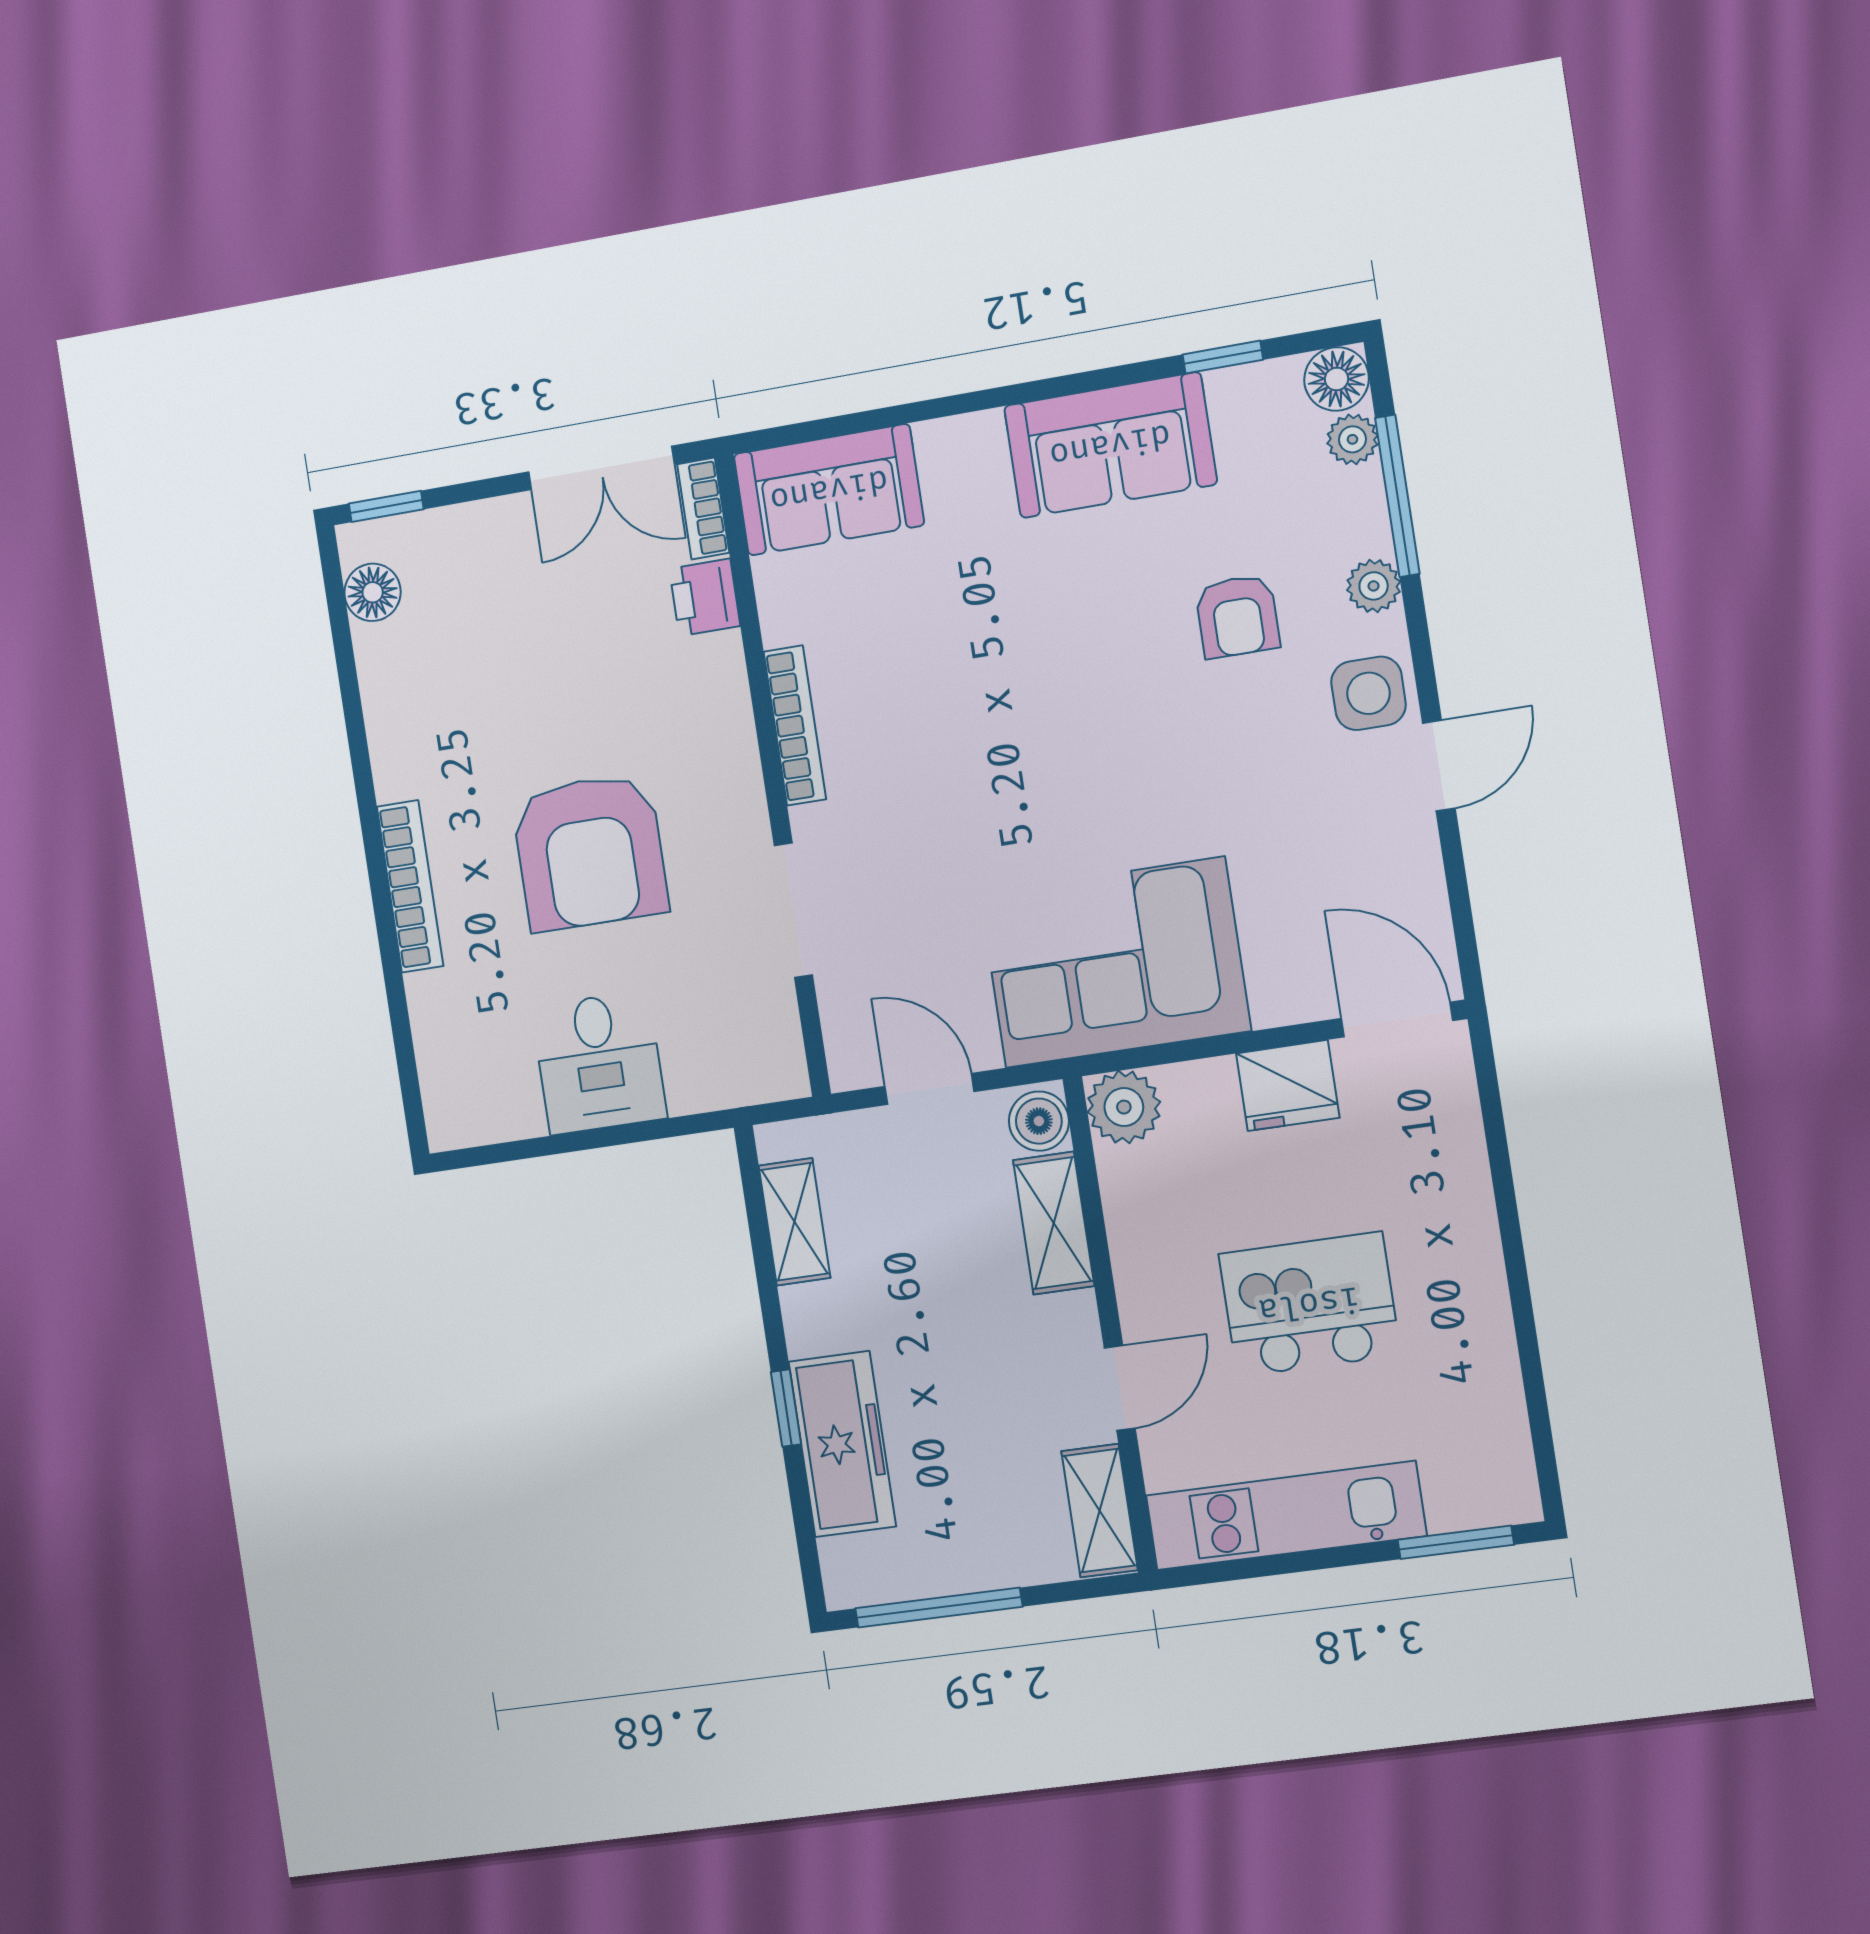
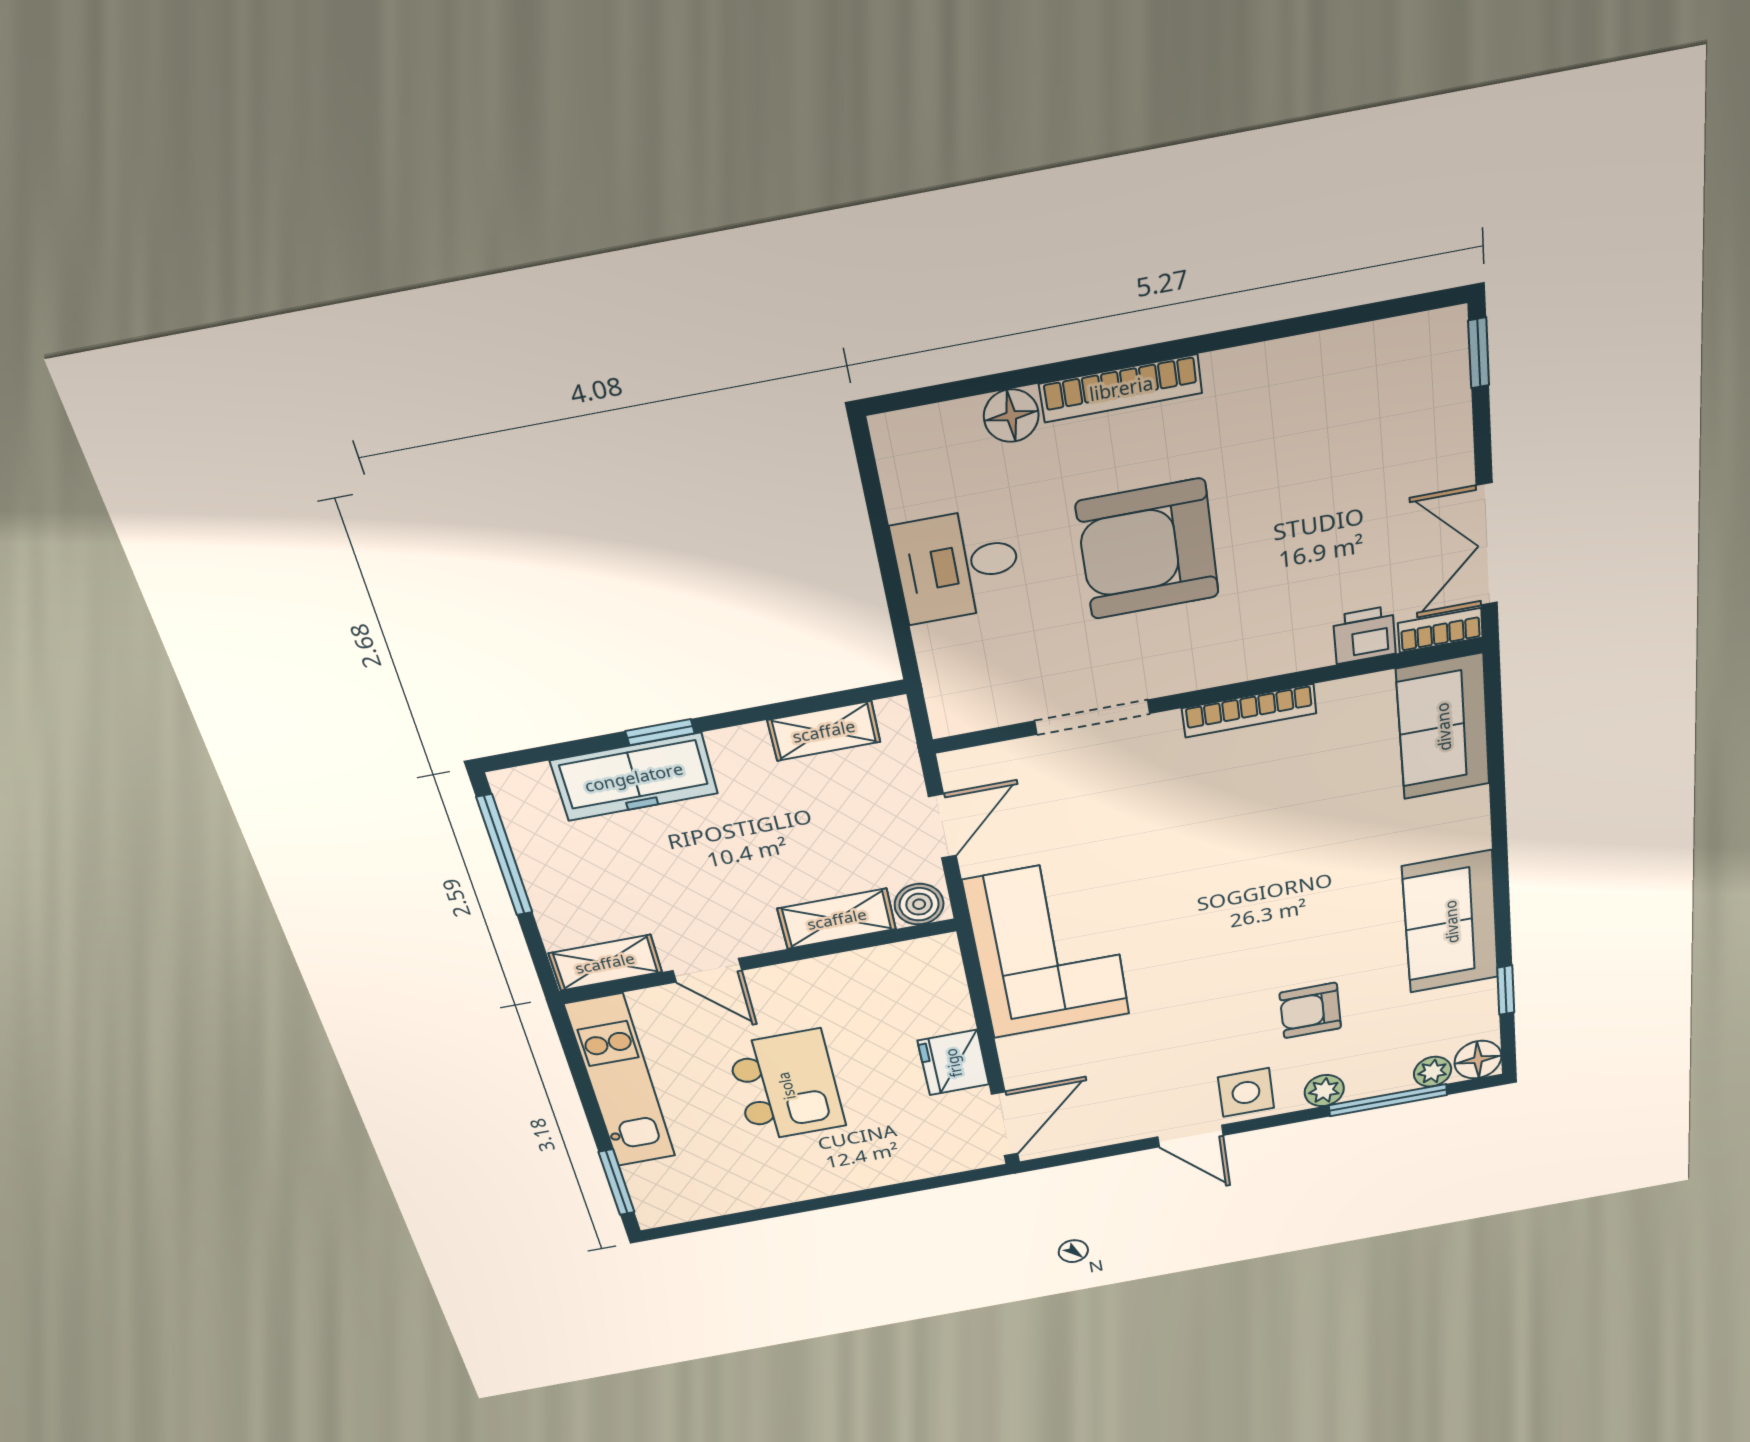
floor lamp: (373, 592) -> (1011, 416), moved
plant: (1124, 1107) -> (933, 960), removed

